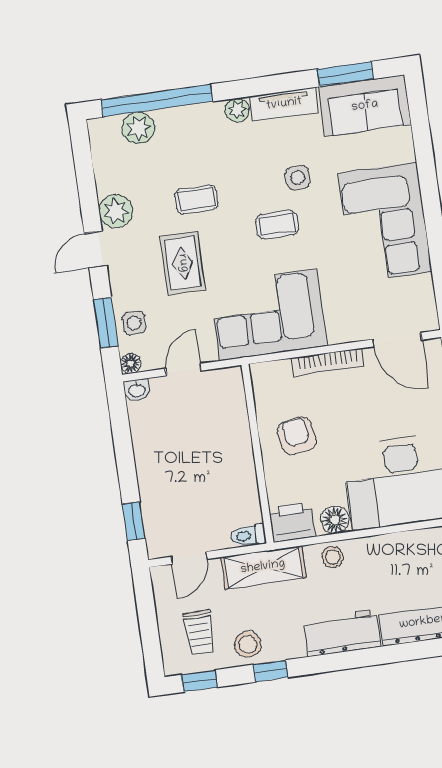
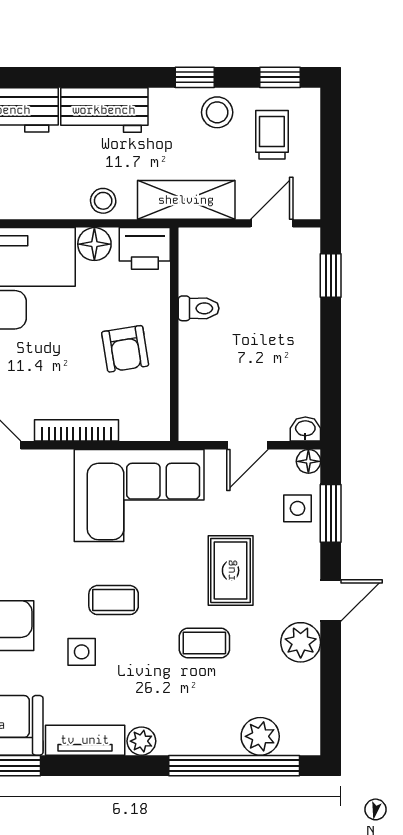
toilet: (248, 536) -> (199, 308), moved

